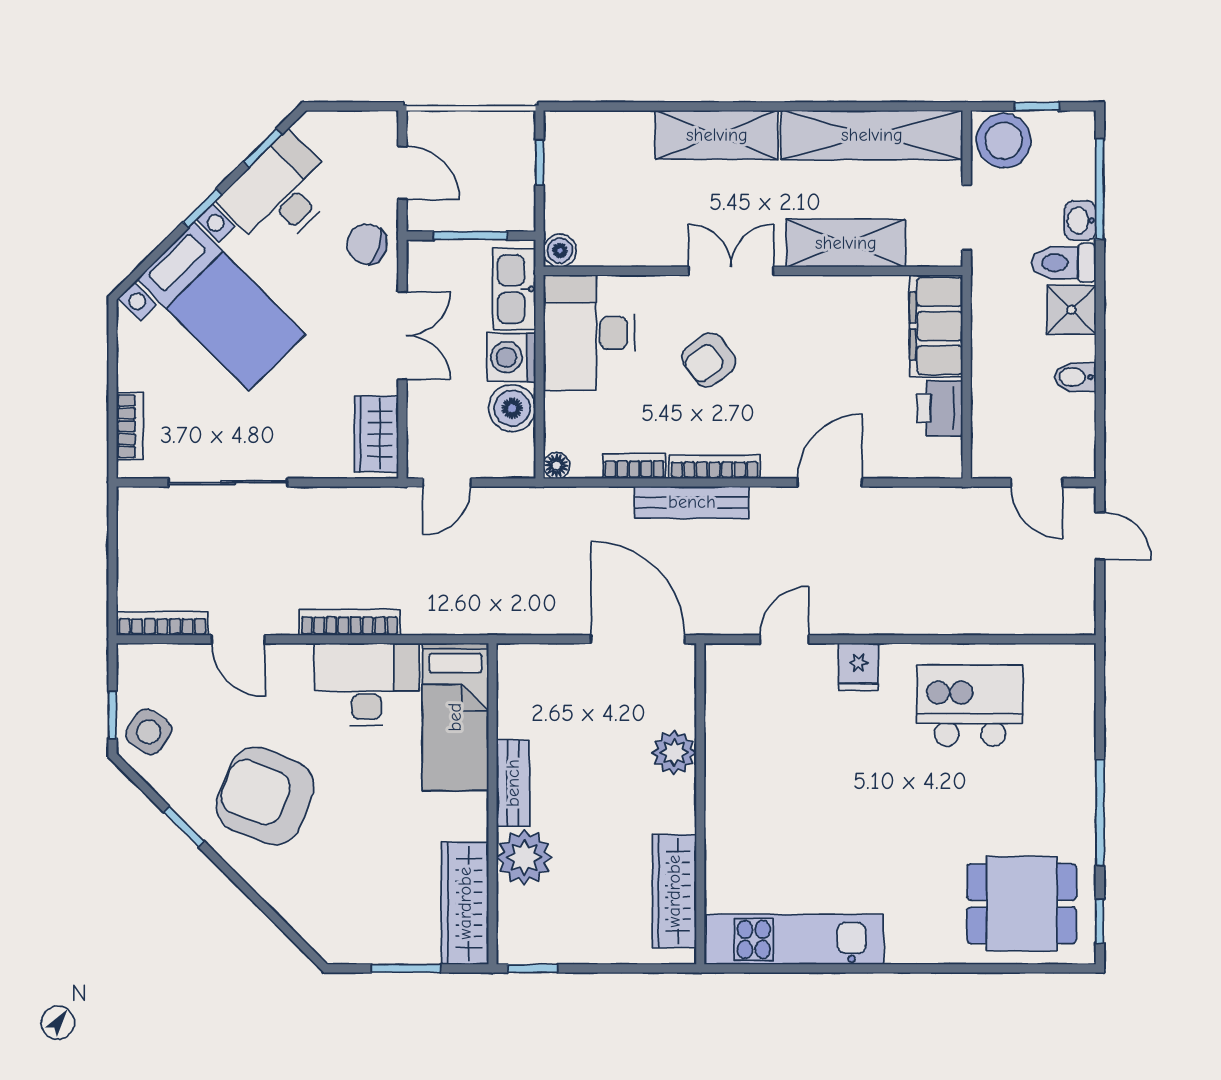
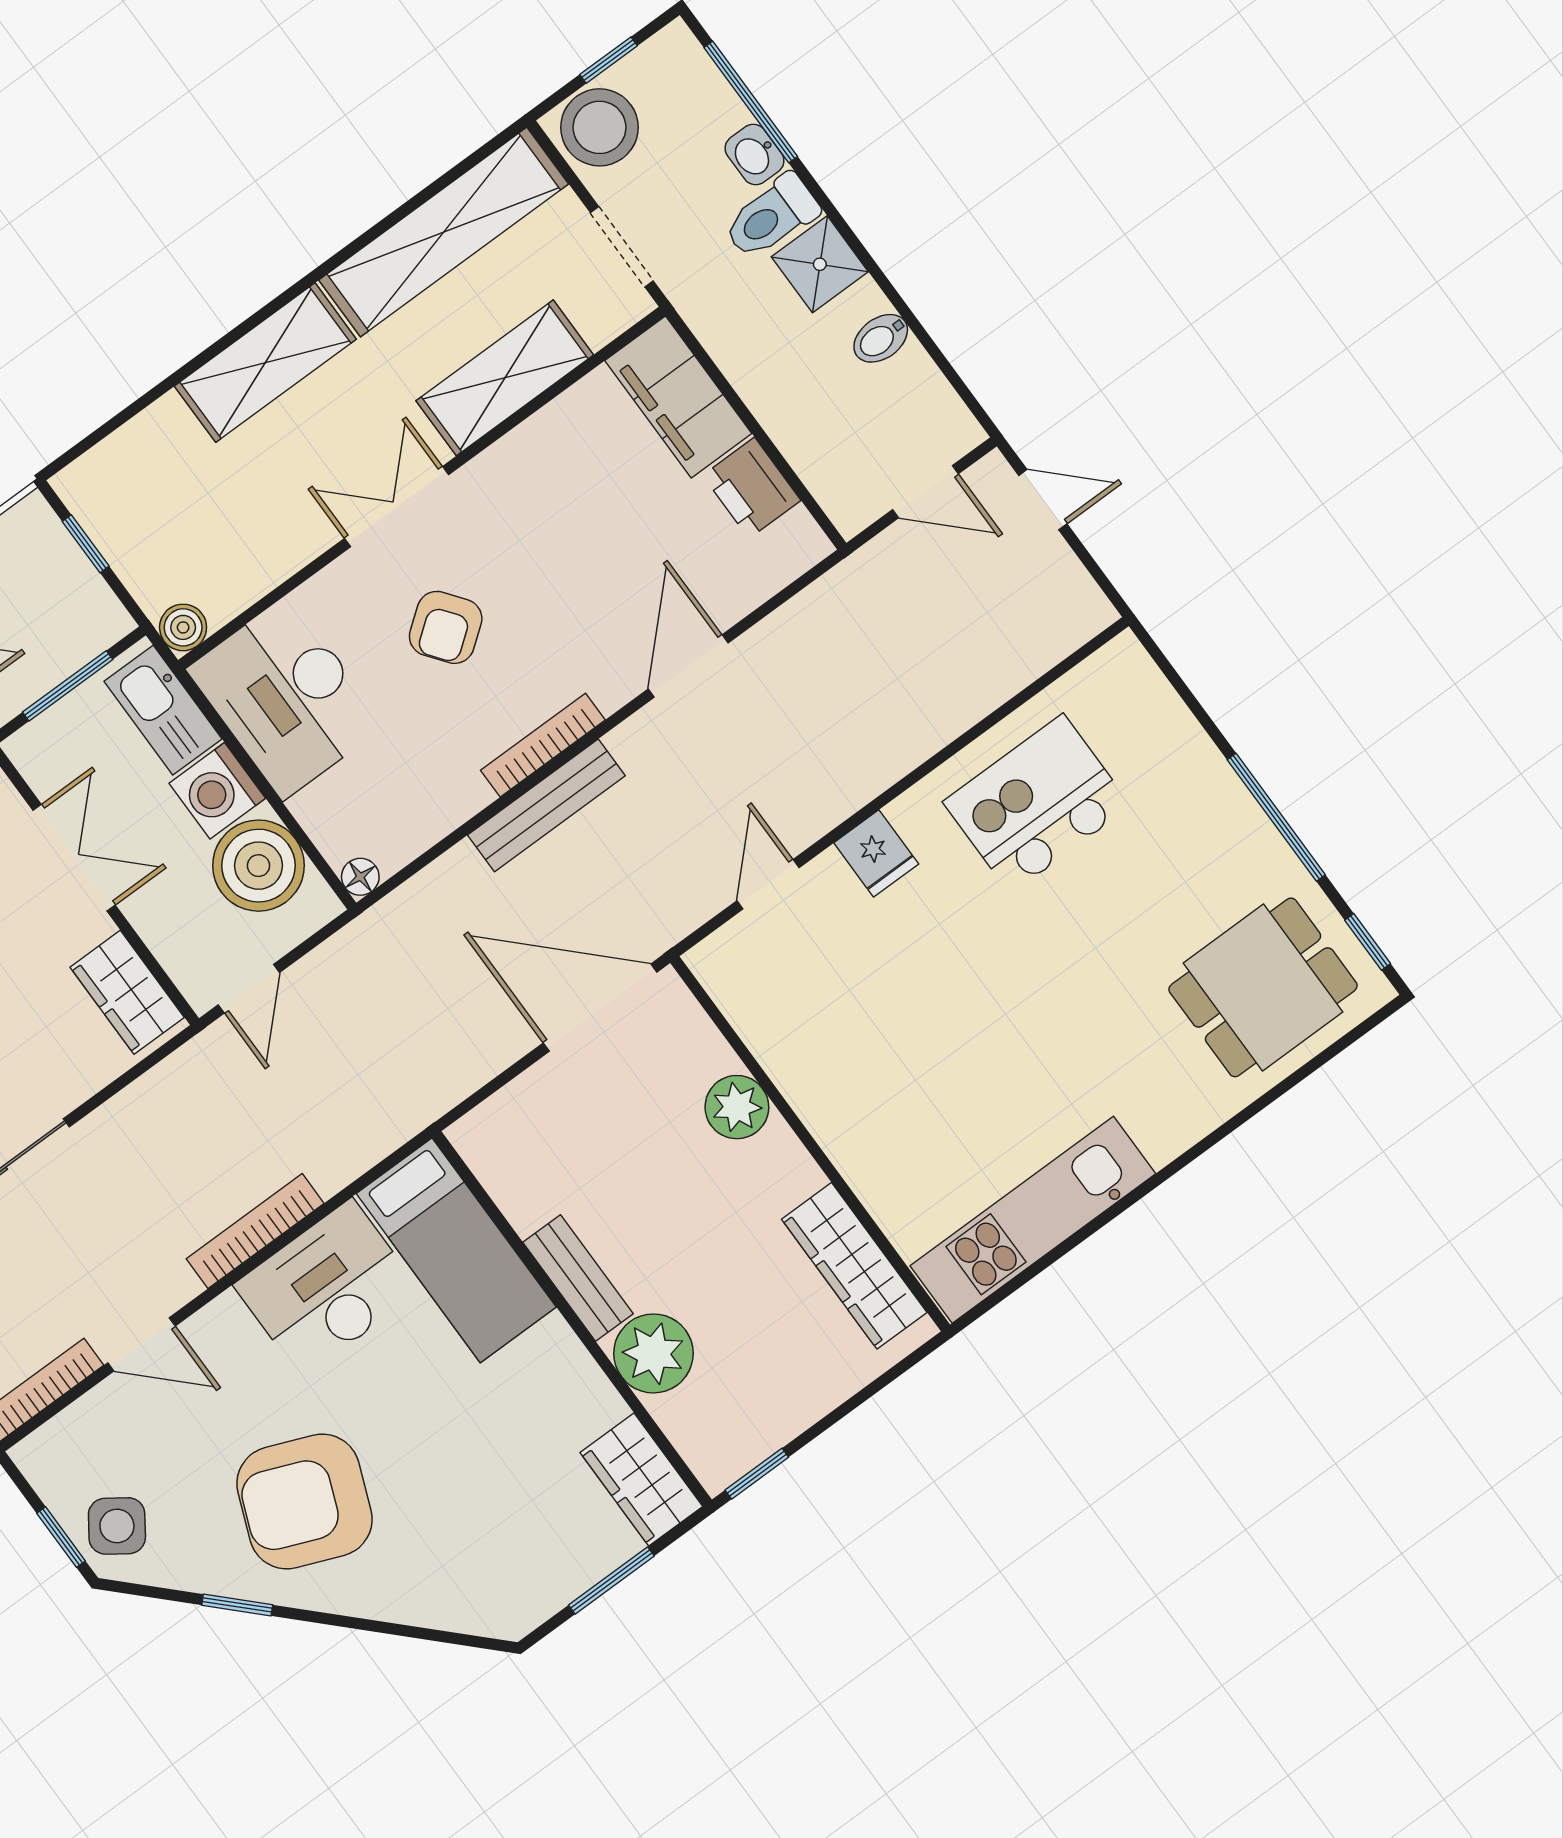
boiler: (512, 408) -> (259, 866), width x1.37, depth x1.37
bookcase: (634, 466) -> (450, 812), removed
wardrobe: (465, 903) -> (641, 1480), width x0.67

